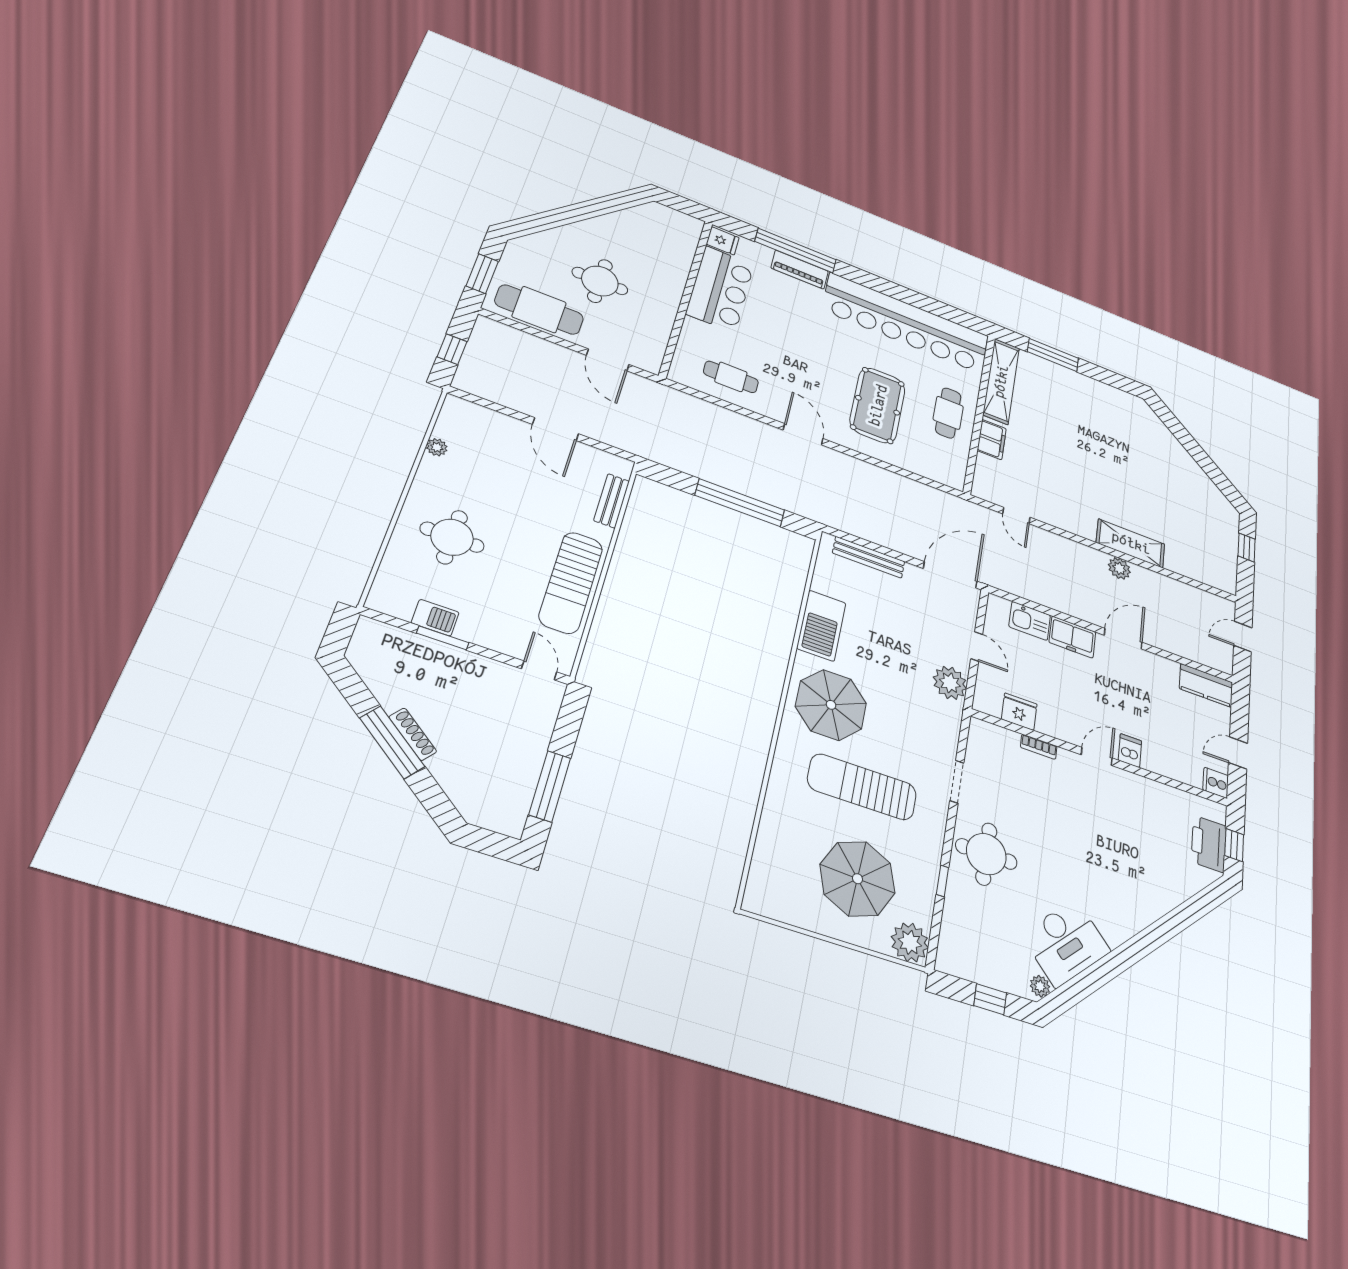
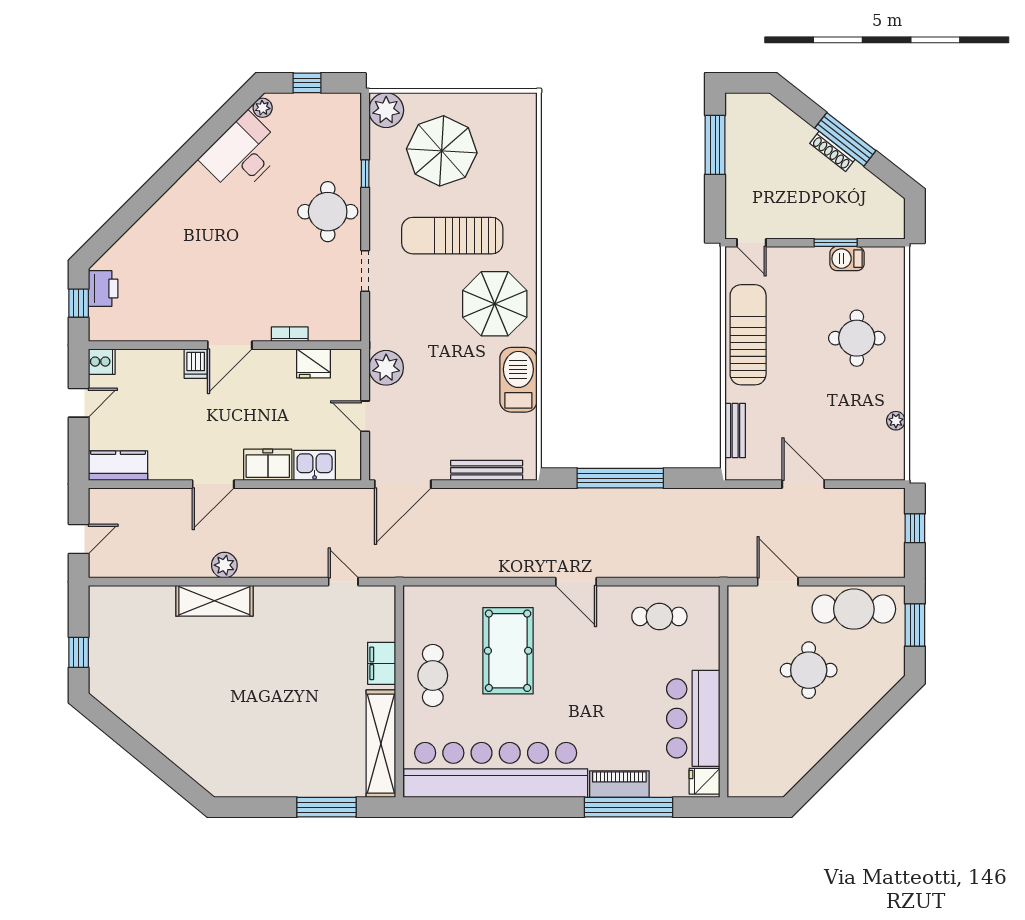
door: (1097, 756) -> (230, 345), width x1.38
sun lounger: (862, 787) -> (452, 236), turned 180
printer: (1209, 844) -> (103, 289), width x0.73, depth x0.84

